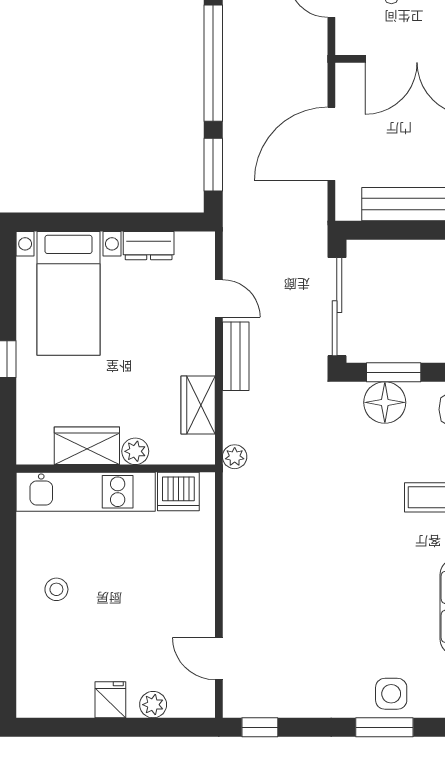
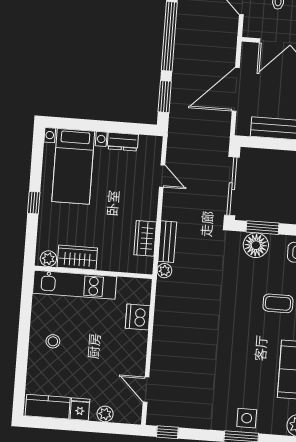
bench: (236, 356) -> (167, 242), moved
plant: (135, 451) -> (48, 259), moved
dishwasher: (178, 492) -> (138, 317), moved, turned 90
kitchen counter: (56, 700) -> (48, 407), added

